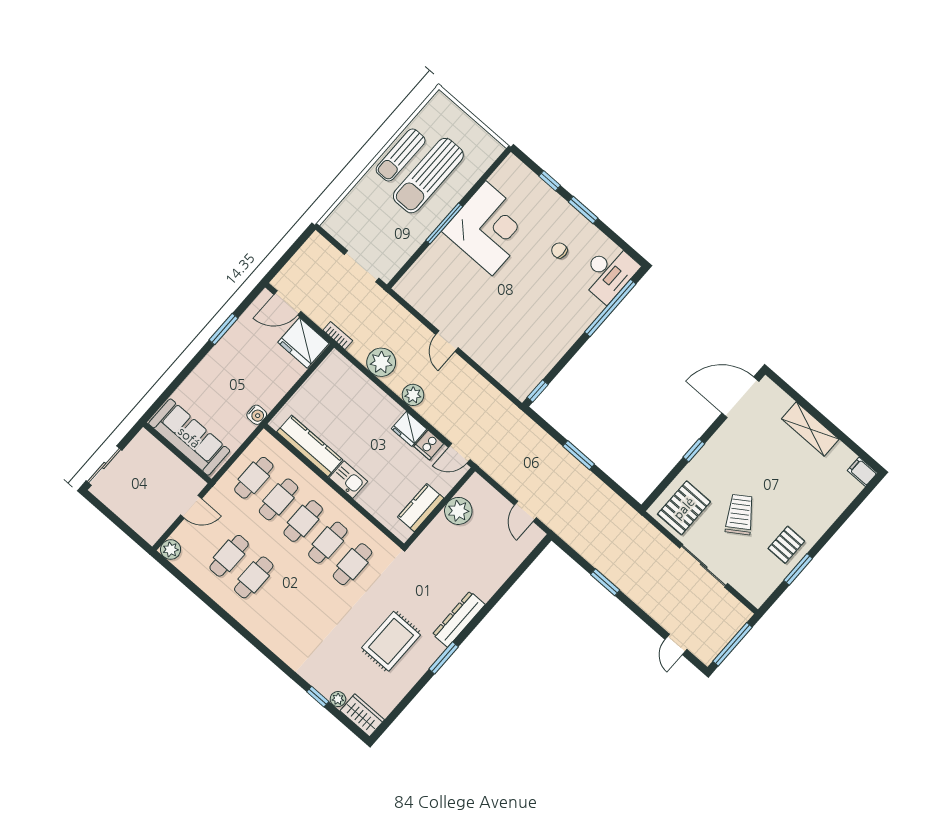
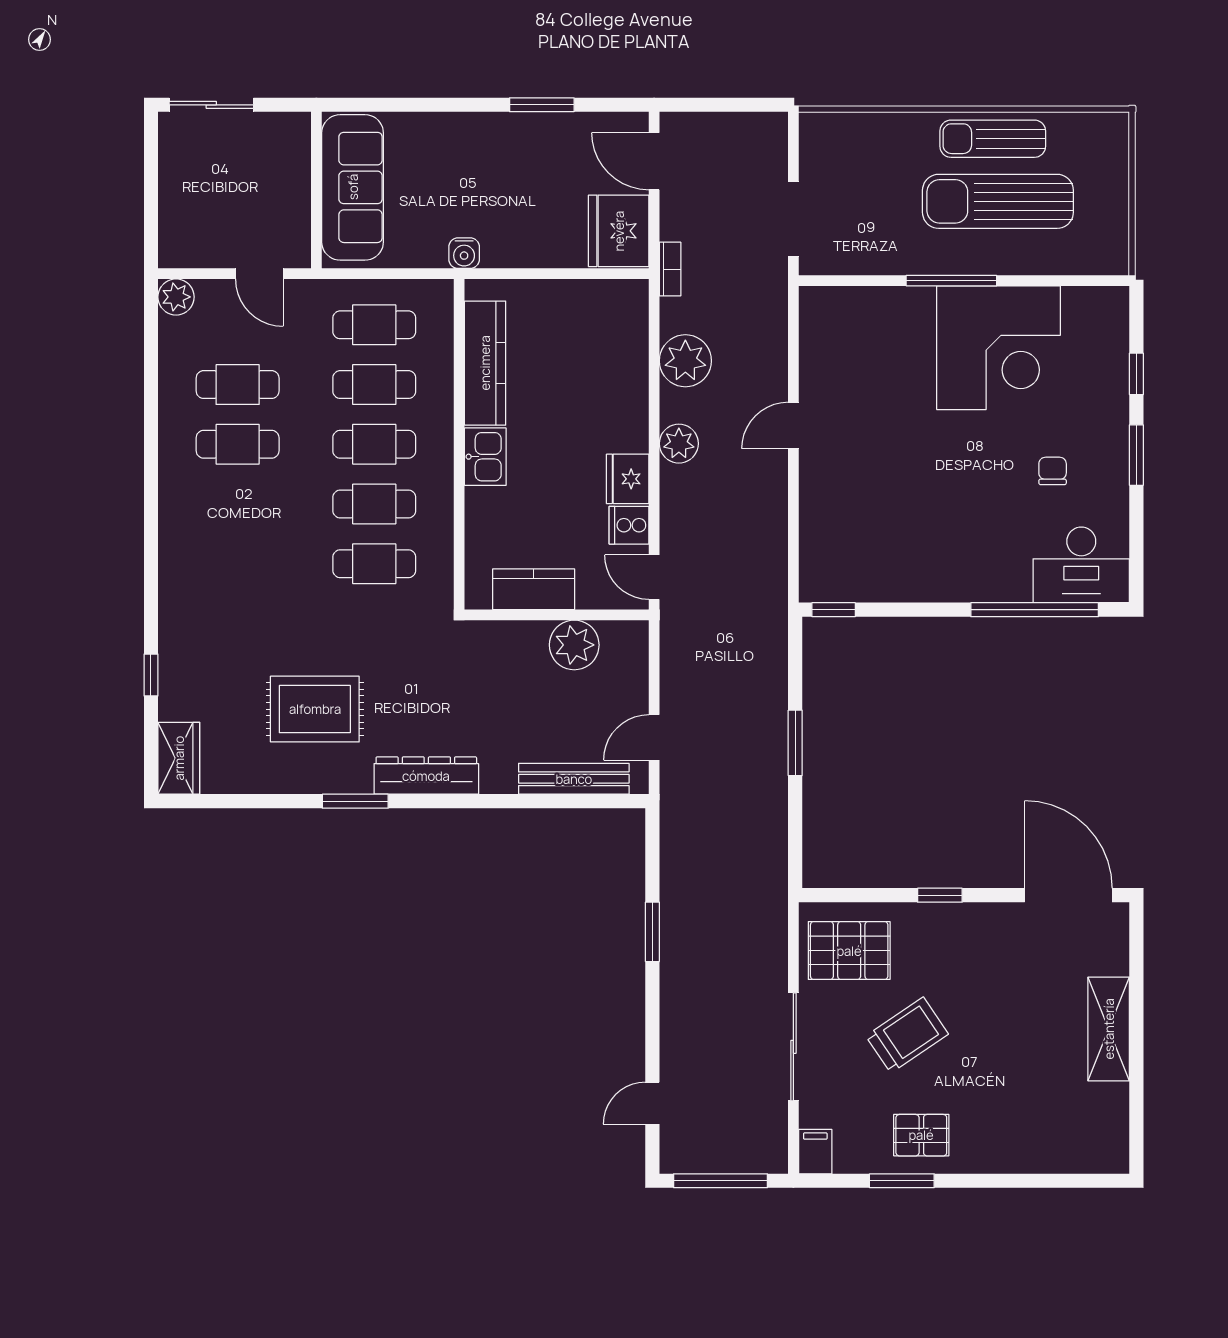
filing cabinet: (862, 472) -> (815, 1152), moved
bench: (513, 559) -> (574, 779), added
plant: (338, 699) -> (172, 706), removed

